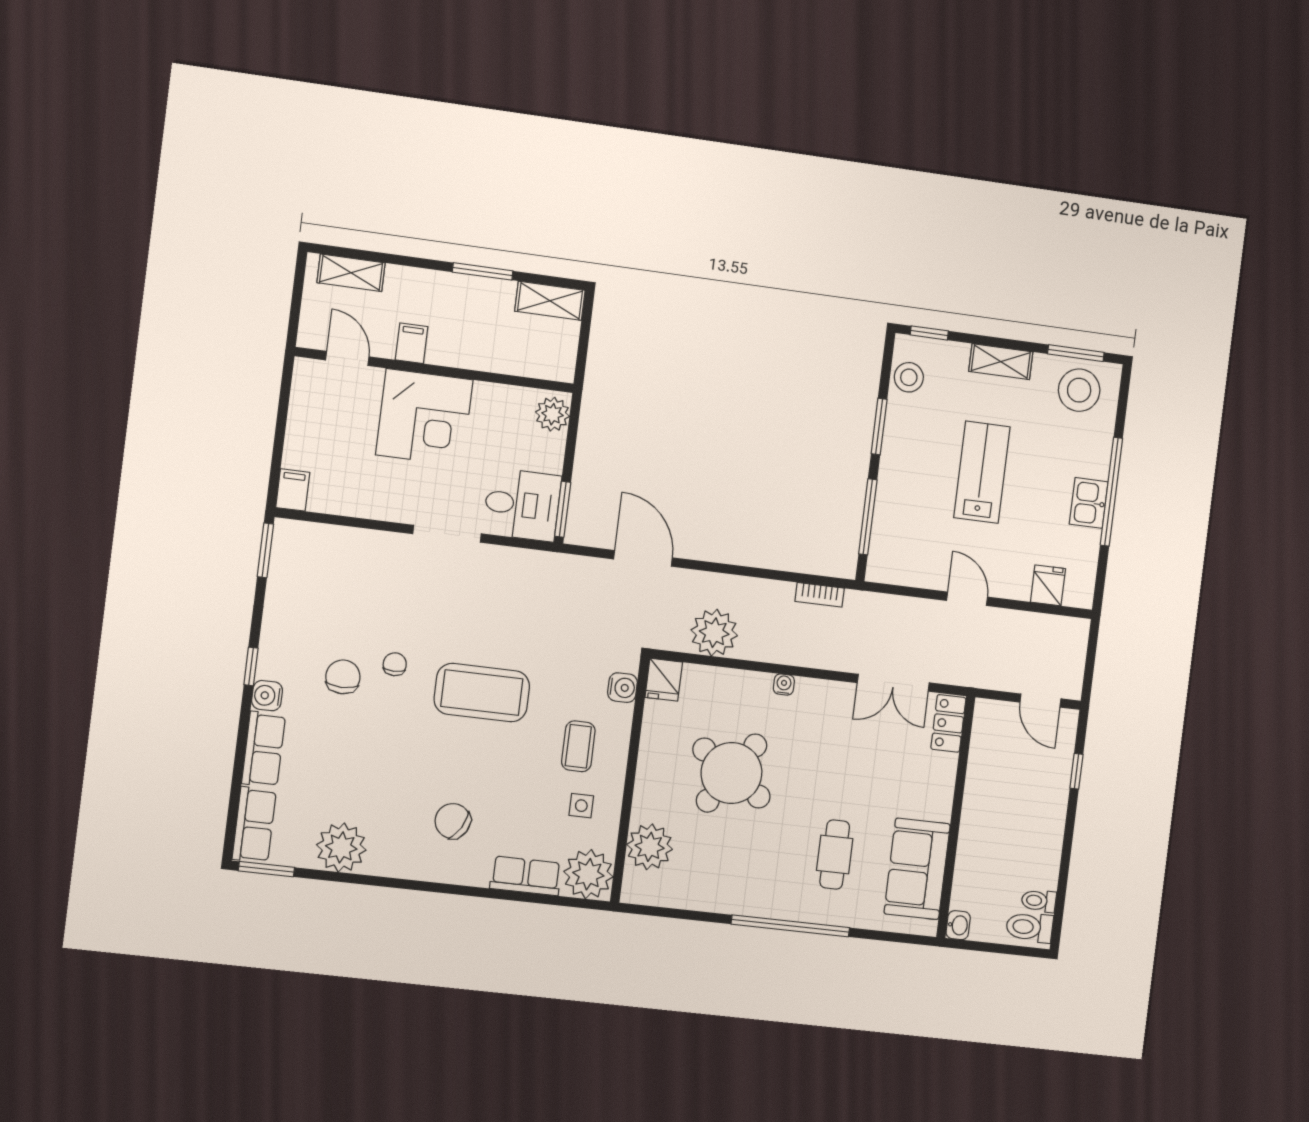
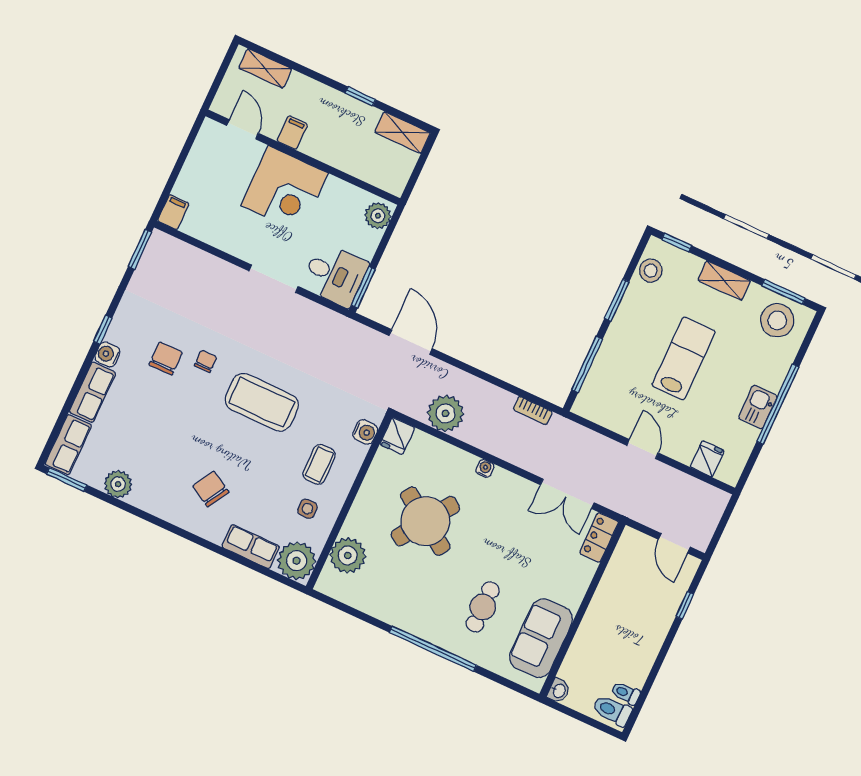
window: (483, 271) -> (360, 96), width x0.67
plant: (341, 847) -> (118, 484), width x0.73, depth x0.73

